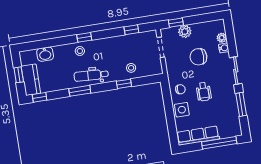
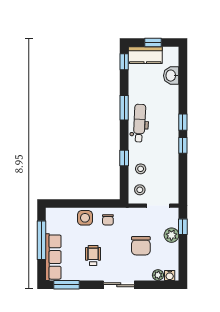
window: (131, 30) -> (183, 145), moved
water cooler: (224, 48) -> (170, 275), moved
stool: (80, 51) -> (140, 190), moved
chair: (198, 57) -> (141, 246), turned 180
wheelchair: (204, 92) -> (93, 255), moved, turned 90
window: (241, 104) -> (66, 285), moved
row of seats: (198, 136) -> (53, 257), moved
window: (219, 143) -> (42, 240), moved

